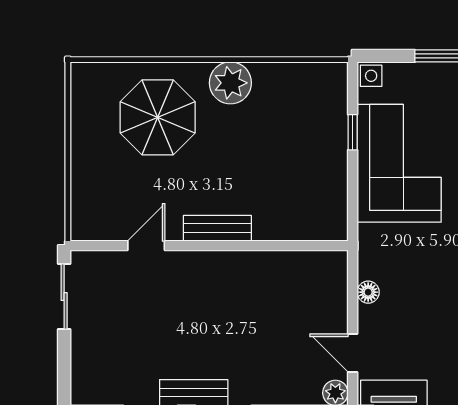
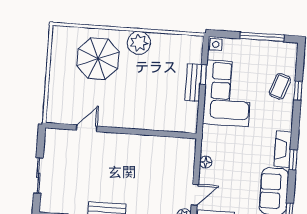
bench: (217, 228) -> (193, 82), moved, turned 90
sliding door: (64, 297) -> (38, 175), moved
door: (353, 353) -> (195, 195), swing flipped

